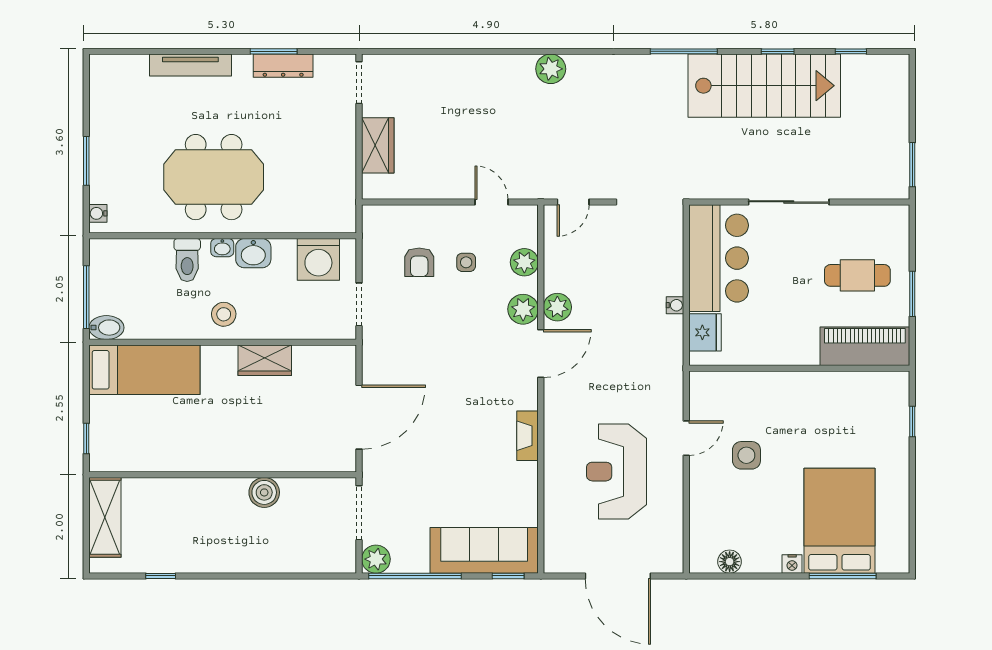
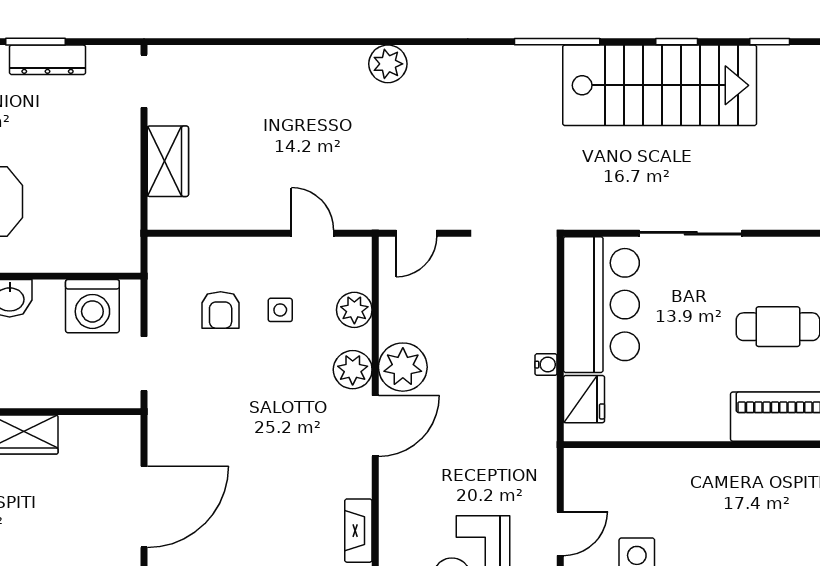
plant: (557, 307) -> (403, 367), width x1.36, depth x1.36

